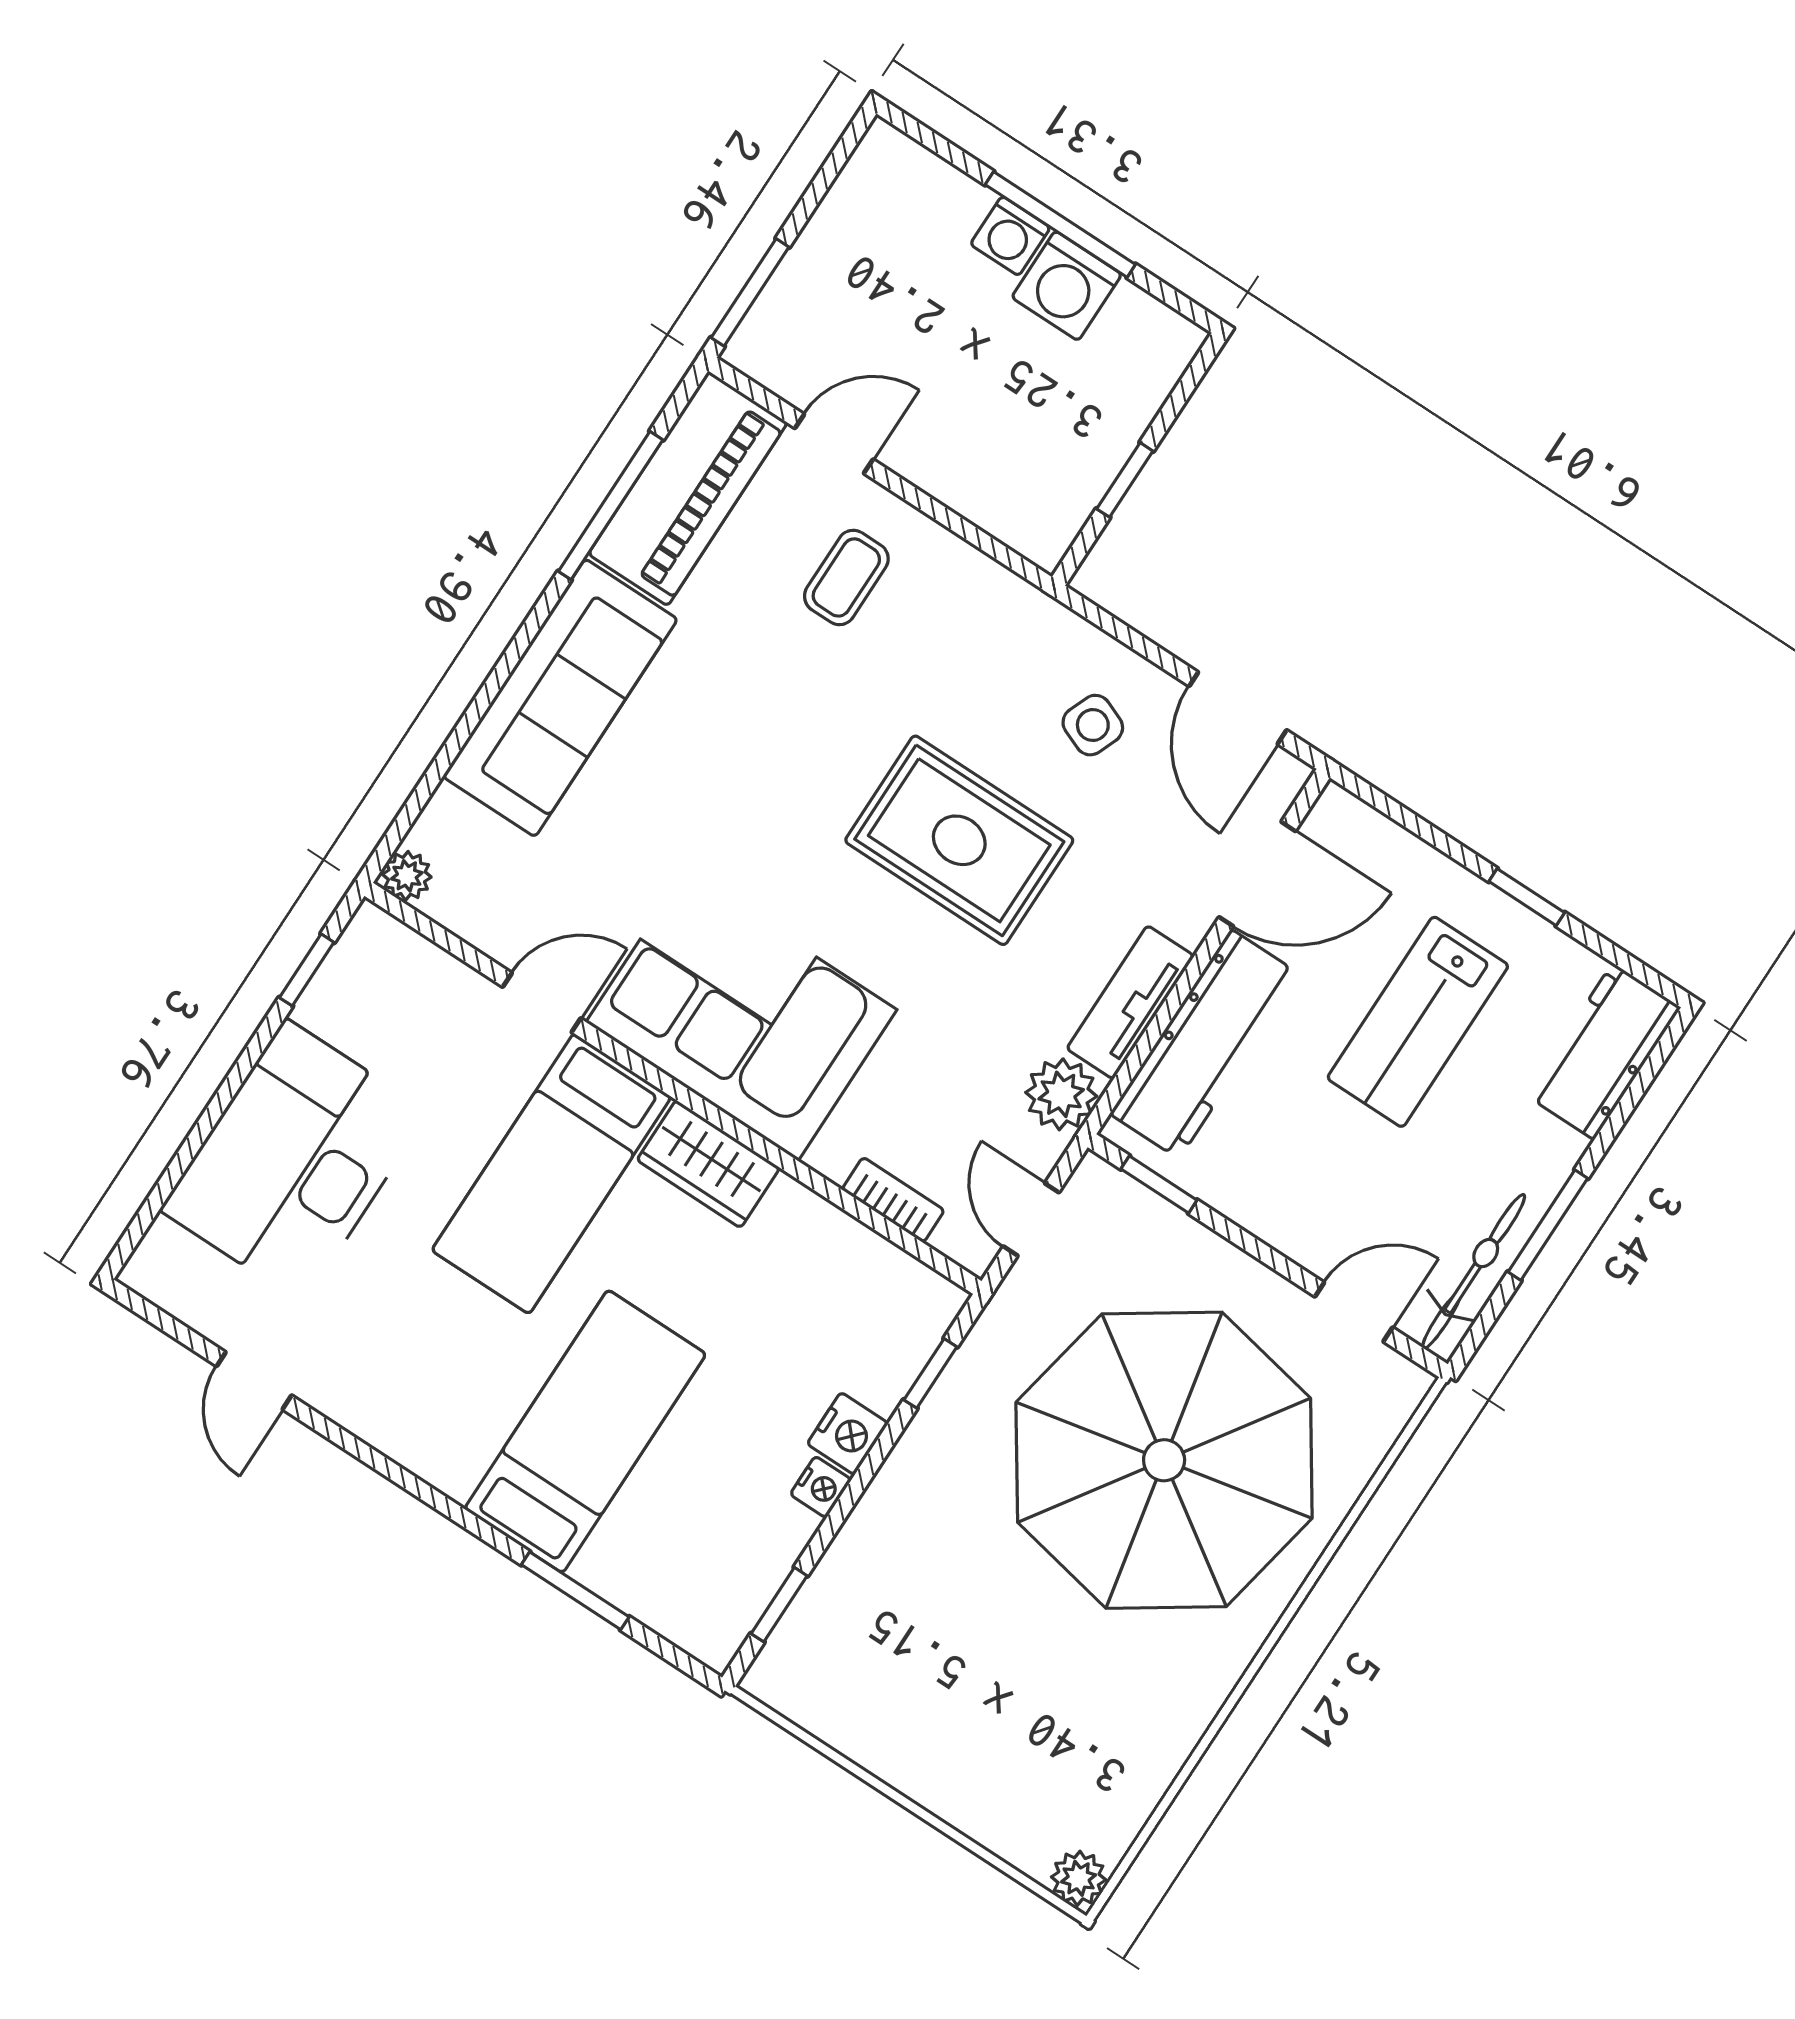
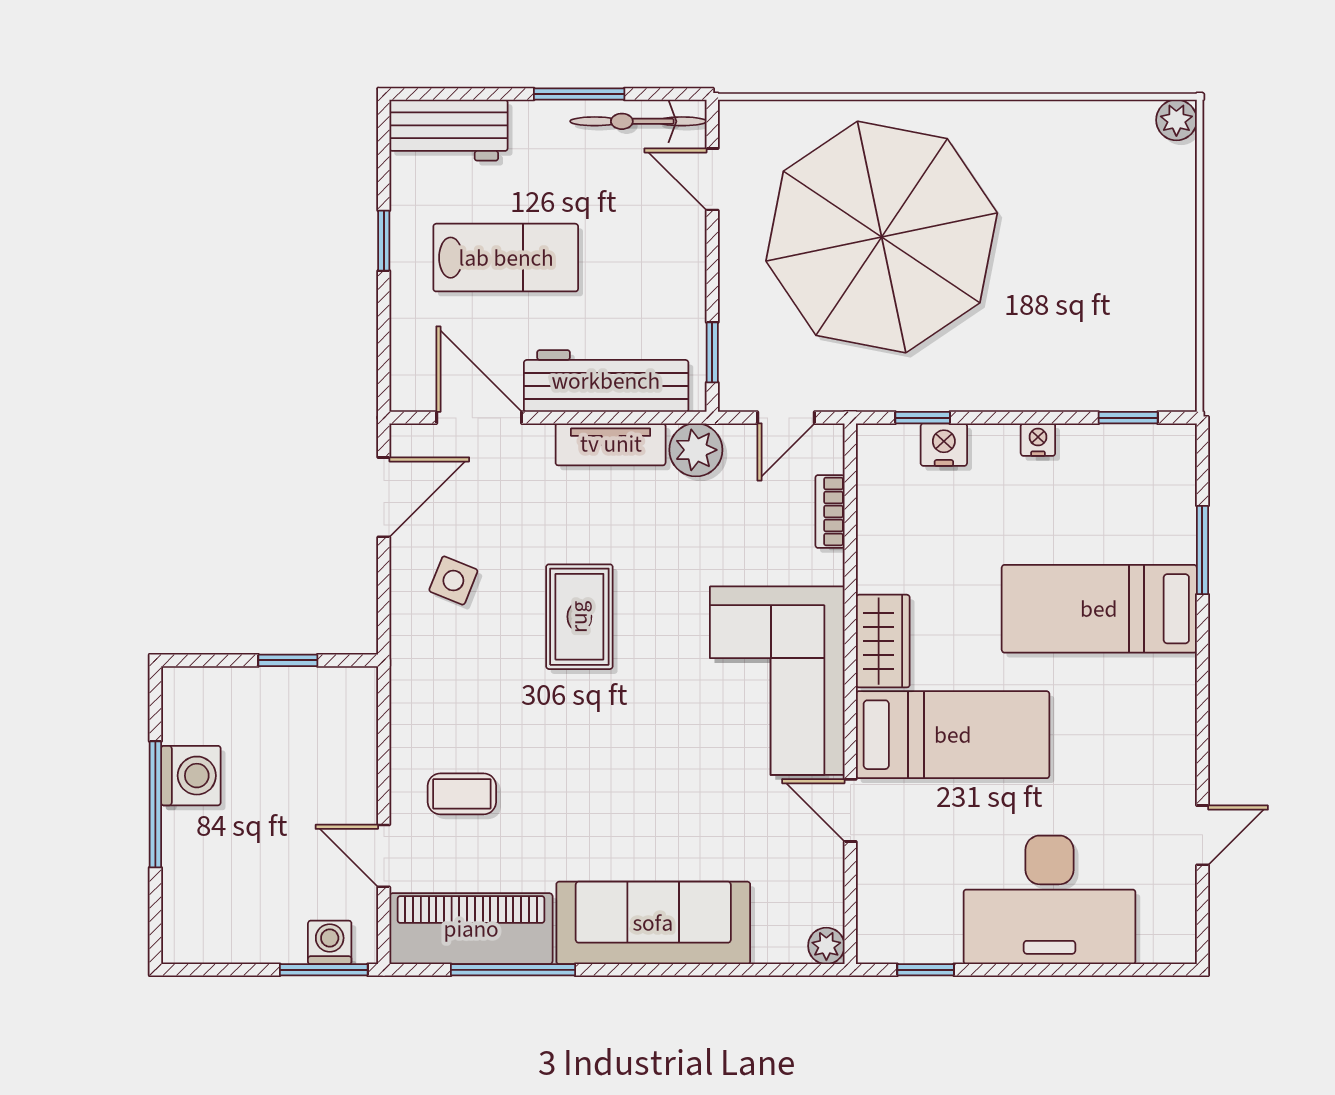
washing machine: (1010, 236) -> (330, 942), moved, turned -90
rug: (959, 840) -> (579, 617), width x0.73, depth x0.70
nightstand: (848, 1434) -> (944, 445), moved

